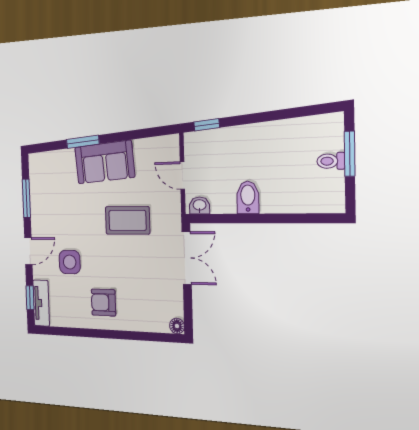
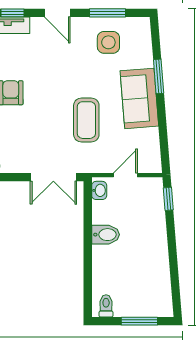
toilet: (331, 161) -> (106, 306), moved
side table: (70, 262) -> (108, 42), moved

